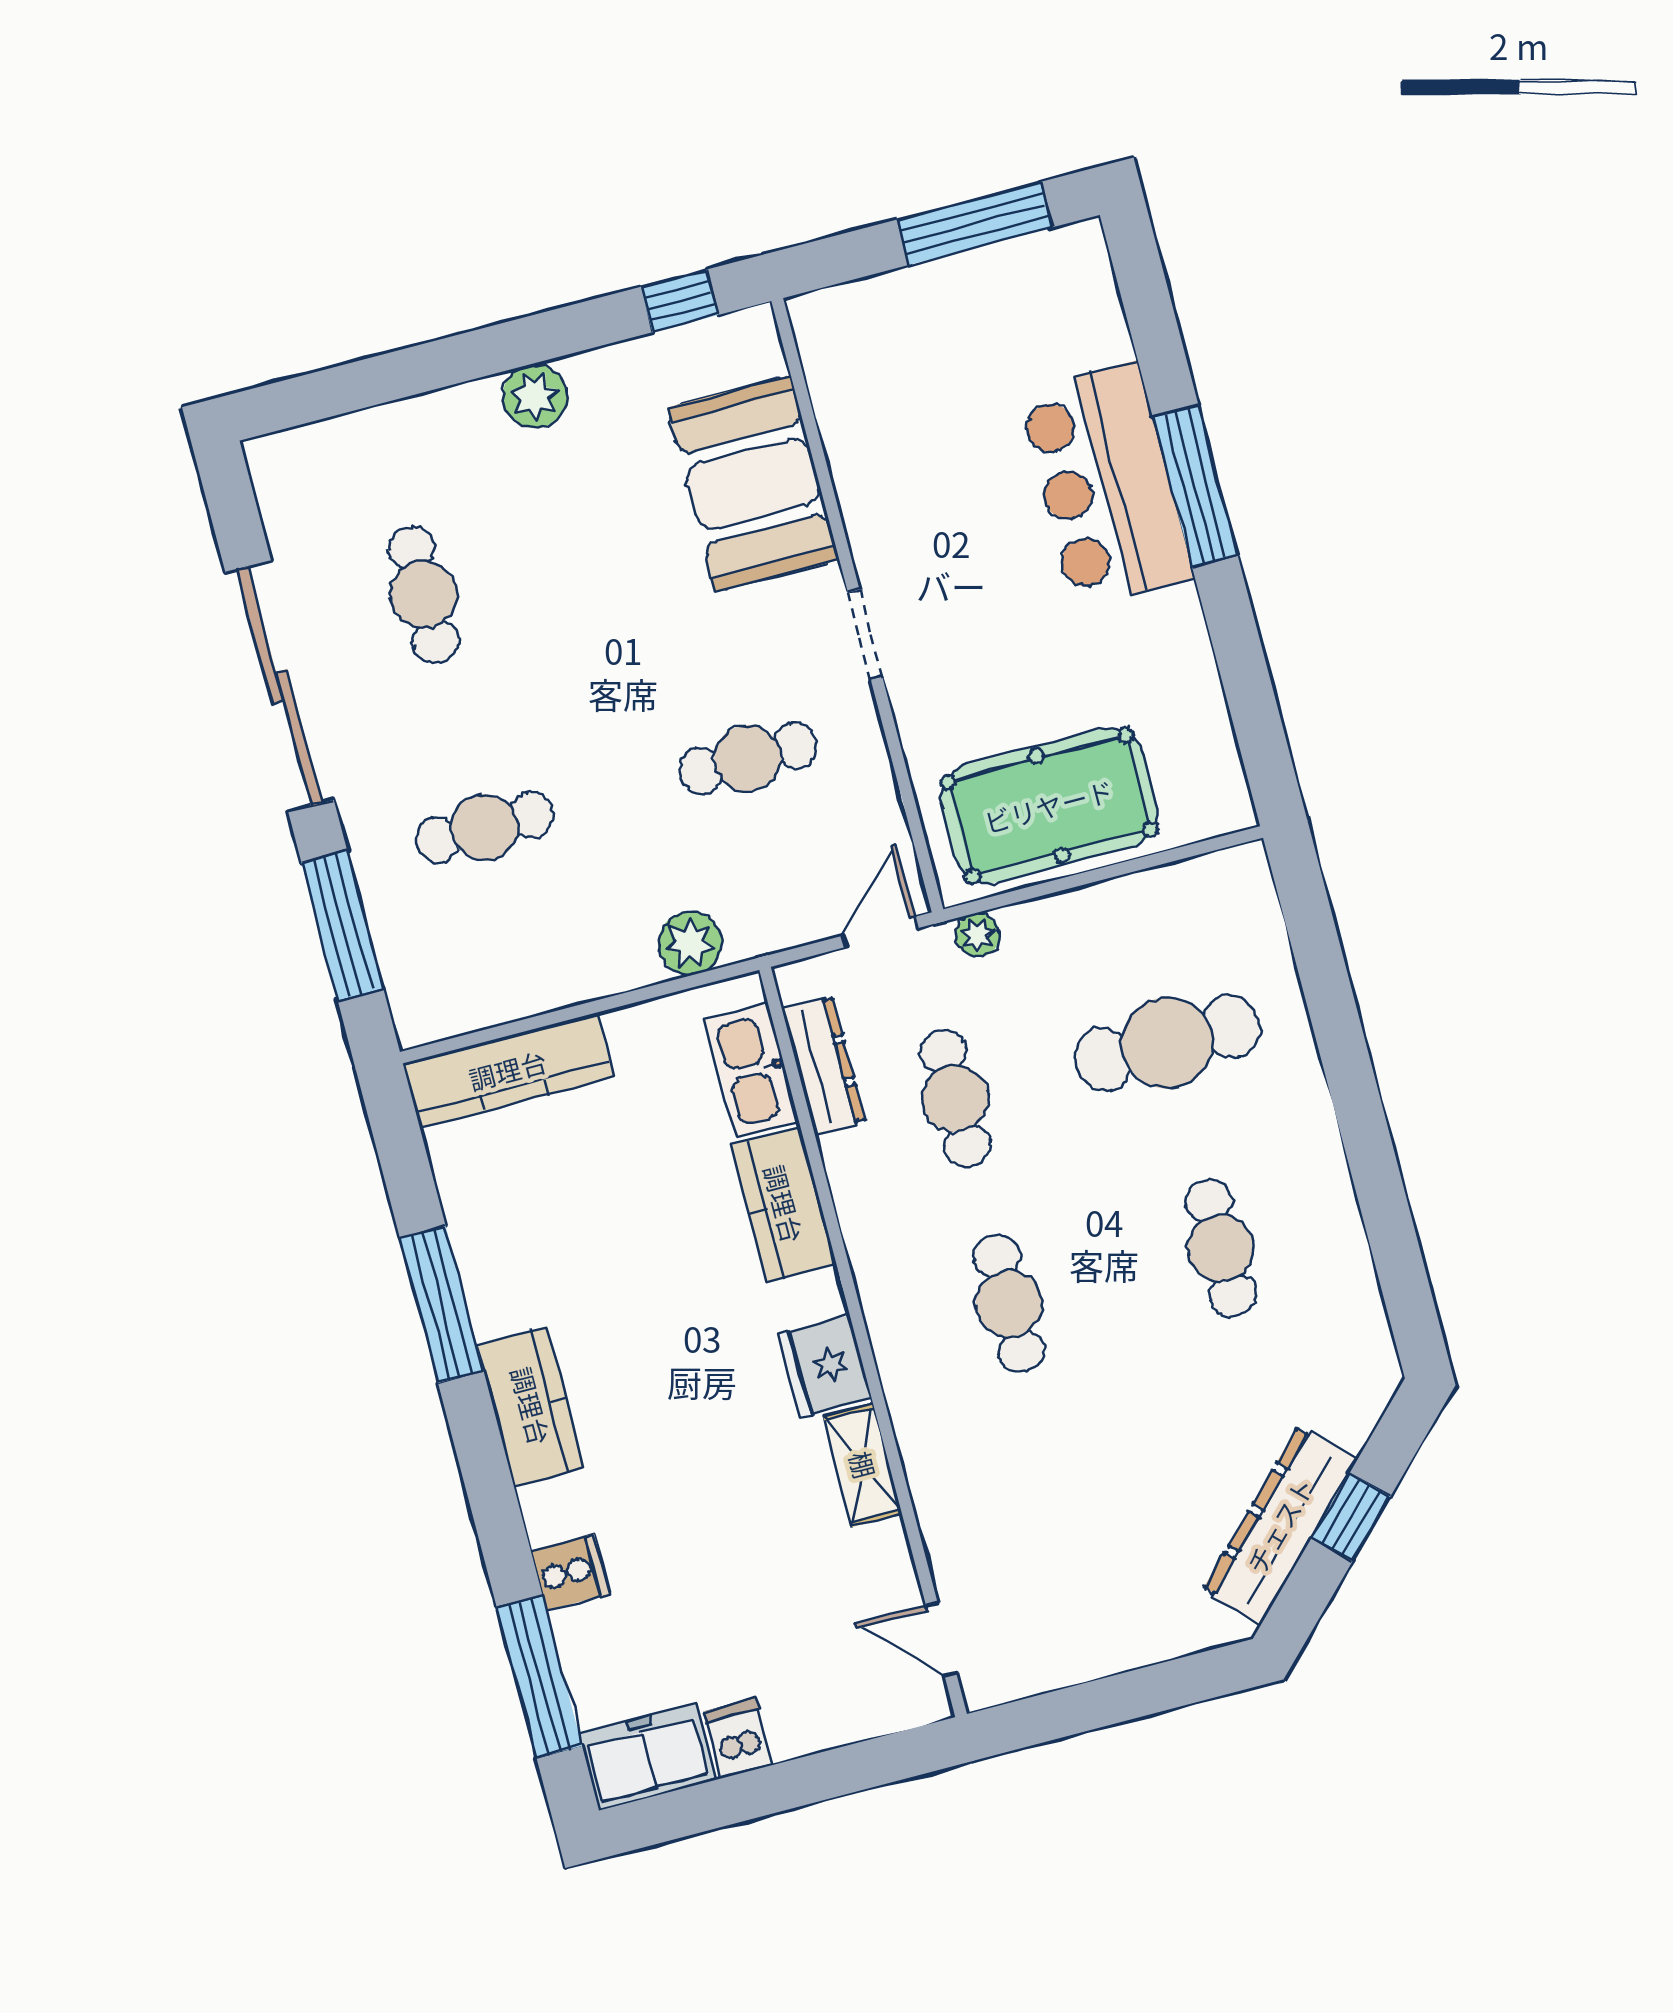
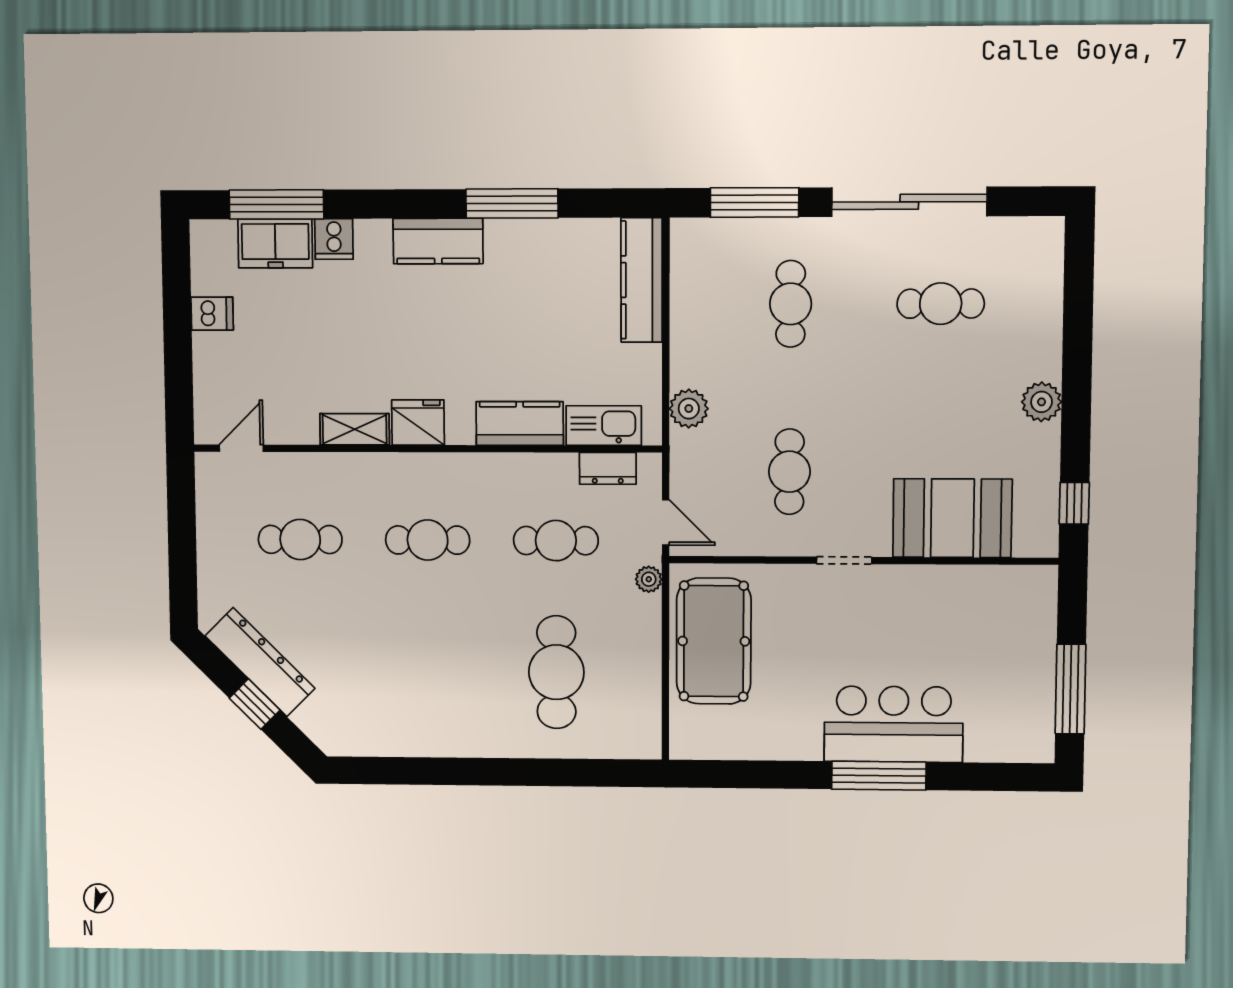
dresser: (824, 1066) -> (608, 468), width x0.70
cafe table: (1221, 1248) -> (300, 539), moved
freezer: (648, 1757) -> (275, 243), moved, turned 90

